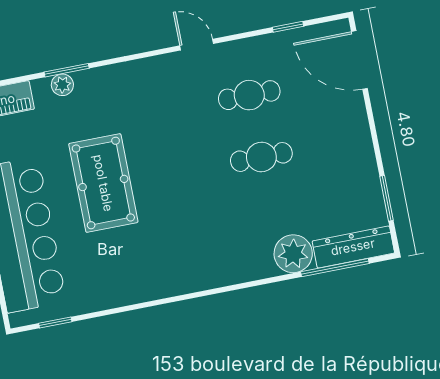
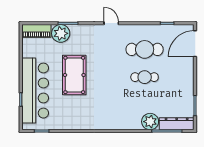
door: (197, 45) -> (111, 23), moved
door: (359, 60) -> (195, 44), hinge flipped
plant: (62, 85) -> (61, 33), width x1.87, depth x1.87
cafe table: (249, 95) -> (145, 49), width x1.37, depth x1.35

